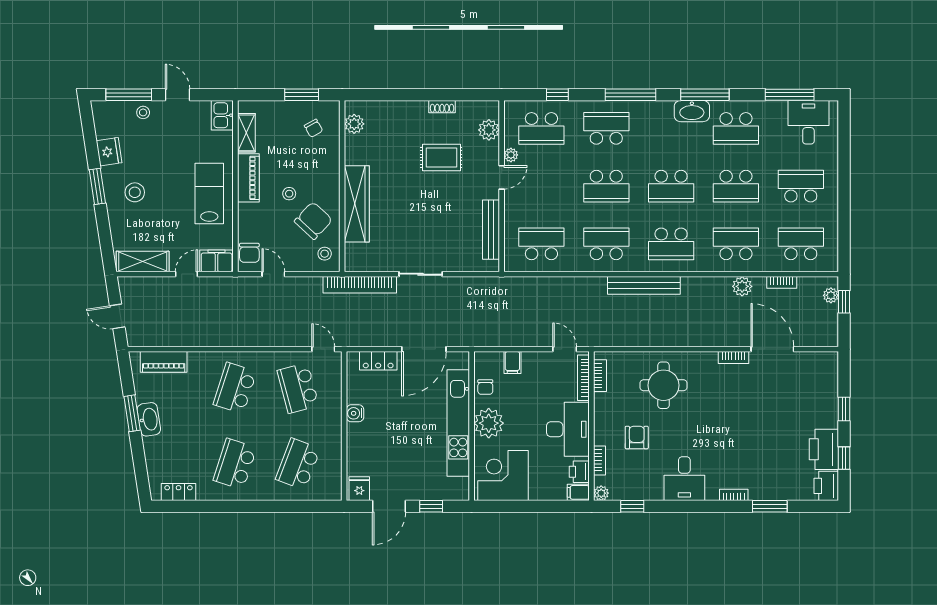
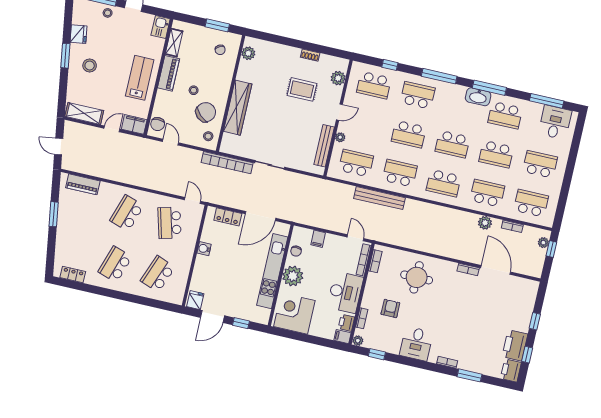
plant: (511, 155) -> (340, 137), moved
bench: (644, 285) -> (379, 198), moved
washbasin: (149, 419) -> (64, 221), removed

